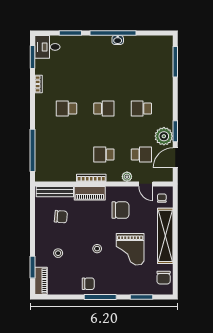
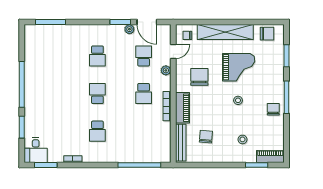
washbasin: (118, 40) -> (29, 80), removed
plant: (164, 136) -> (129, 29), width x0.53, depth x0.53

